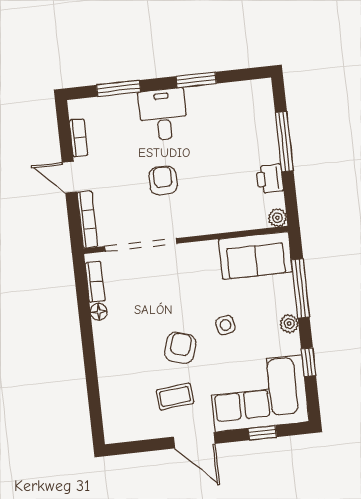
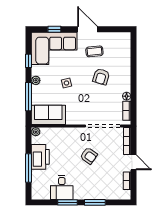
window: (119, 88) -> (95, 202), moved
desk: (163, 114) -> (62, 188), moved
printer: (270, 179) -> (40, 157), width x1.87, depth x1.48
armchair: (163, 180) -> (89, 156), turned -55
armchair: (180, 348) -> (101, 77), moved

